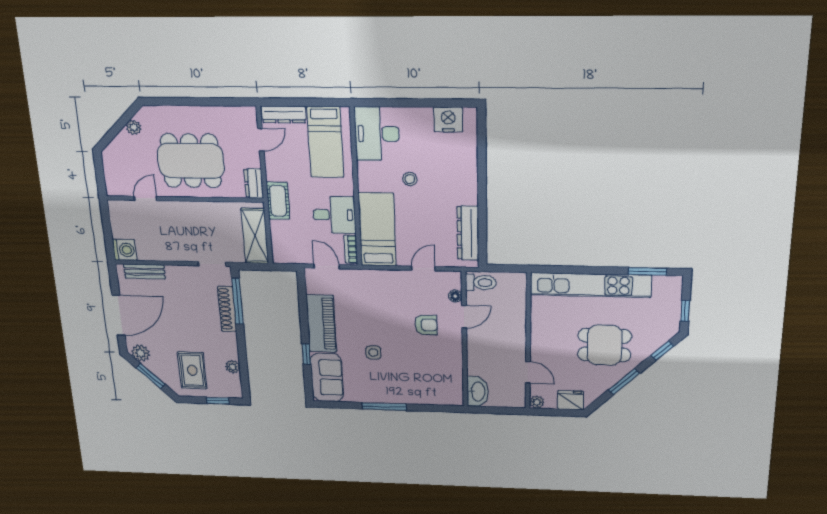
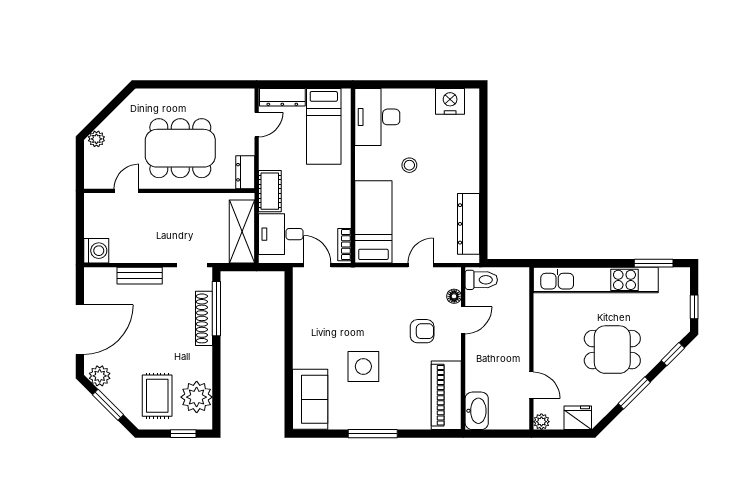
plant: (134, 127) -> (96, 139), moved
desk: (334, 215) -> (281, 234), moved, turned 180
bench: (144, 271) -> (140, 276), moved
piano: (321, 324) -> (446, 395), moved, turned 180
side table: (373, 352) -> (363, 366), width x1.87, depth x1.87
window: (306, 354) -> (289, 371), removed
plant: (233, 367) -> (197, 397), width x1.87, depth x1.87

